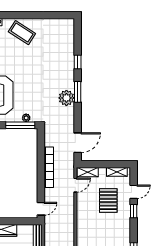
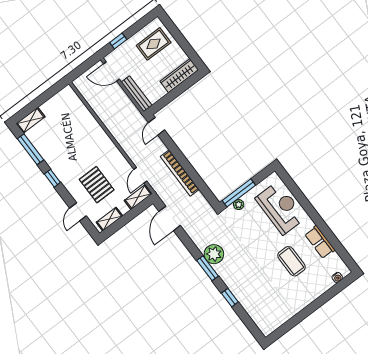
coffee table: (22, 33) -> (291, 261), moved, turned 57
window: (134, 211) -> (52, 178), moved

